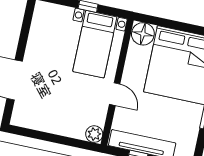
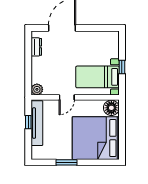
dresser: (34, 122) -> (36, 47), added

